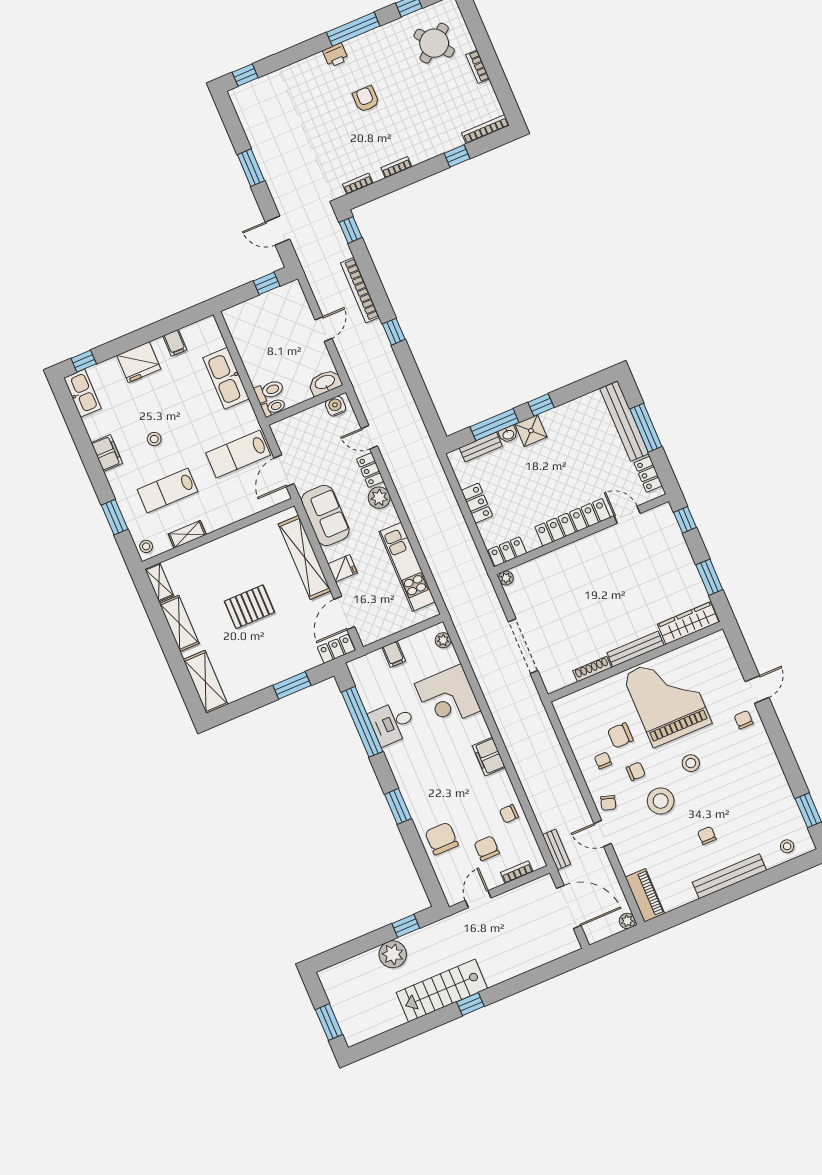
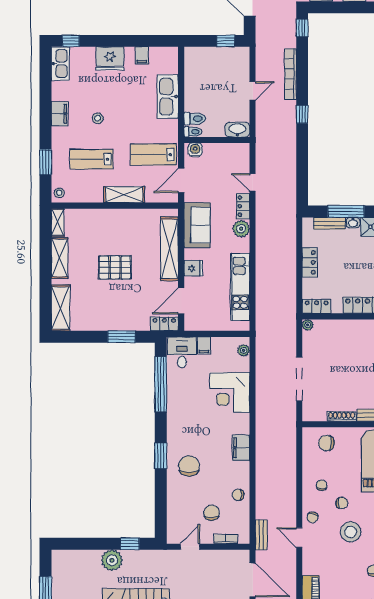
water cooler: (336, 406) -> (195, 150), moved
shelving: (187, 534) -> (124, 195), moved, width x1.50, depth x1.33
desk: (392, 723) -> (182, 352), moved, turned 90
chair: (620, 735) -> (326, 443), moved
chair: (442, 839) -> (189, 466), moved

